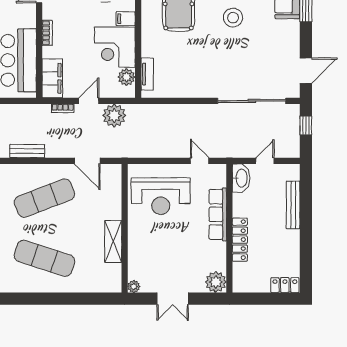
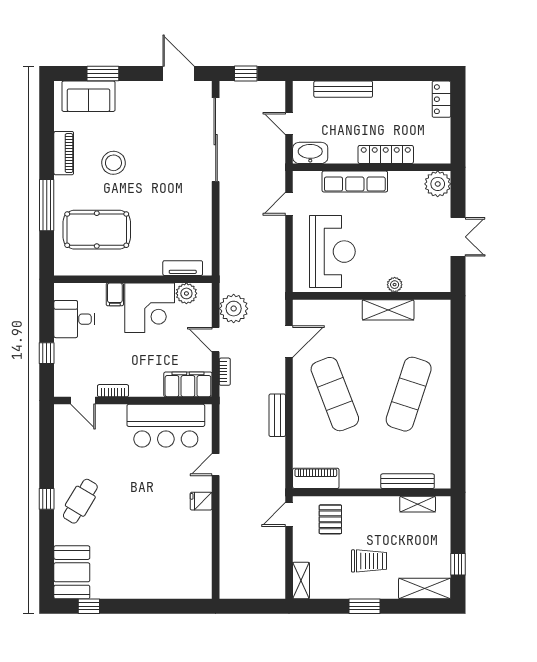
bookcase: (47, 33) -> (113, 391), moved
plant: (134, 286) -> (395, 285), moved

